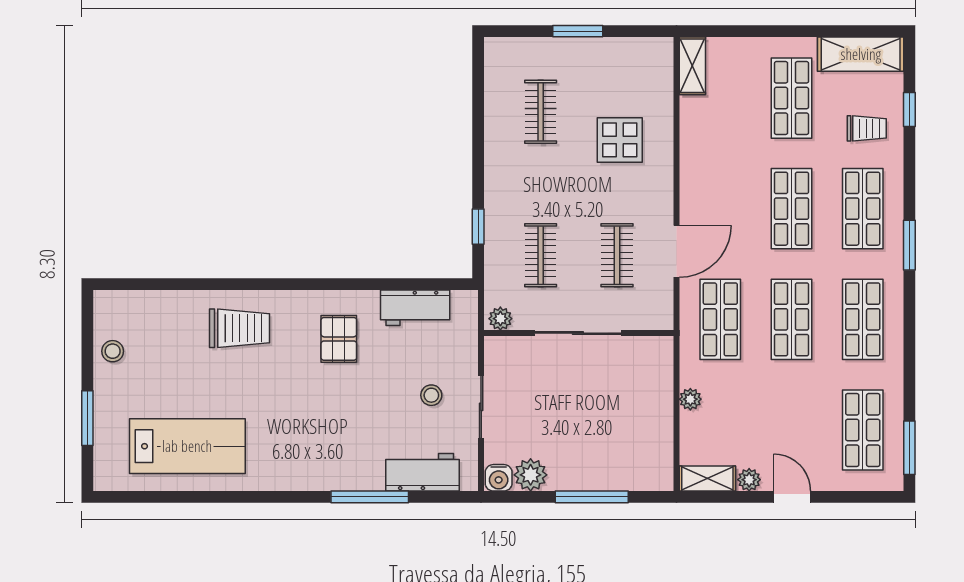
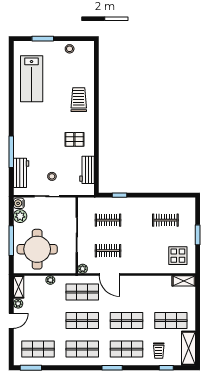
display table: (620, 140) -> (178, 256), moved
plant: (500, 319) -> (83, 269), moved
trolley: (239, 328) -> (79, 100), turned 180
round table: (613, 432) -> (37, 249), added

